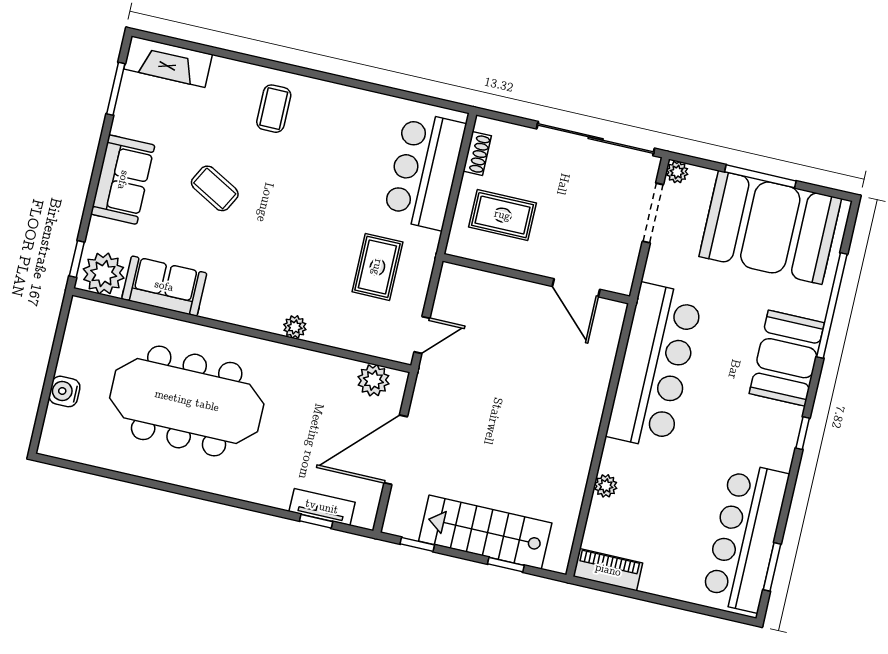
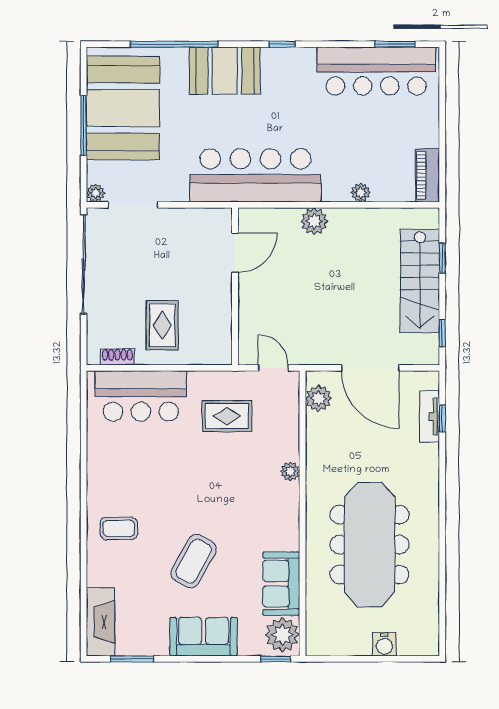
coffee table: (215, 188) -> (194, 561), width x1.36, depth x1.30
wall: (536, 279) -> (235, 286), moved
door: (576, 288) -> (235, 253), moved
plant: (584, 423) -> (314, 221), added

